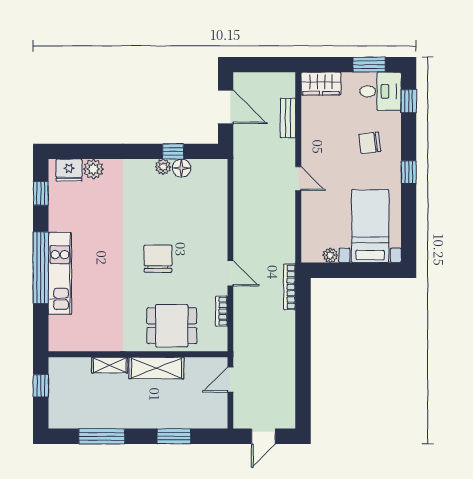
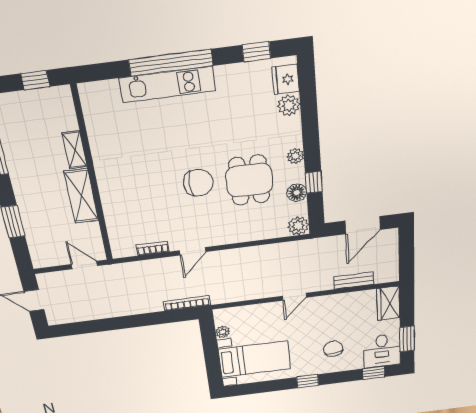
plant: (163, 167) -> (295, 156), moved
plant: (217, 169) -> (298, 226), added
dining table: (172, 326) -> (249, 180), moved

